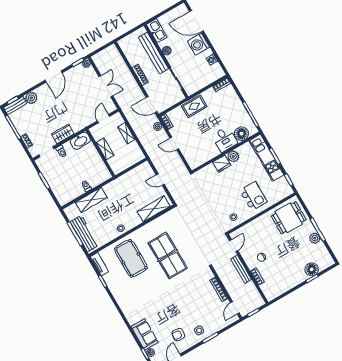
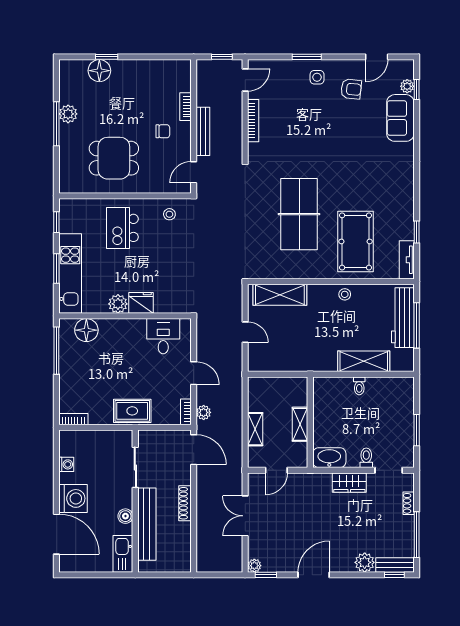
desk: (225, 139) -> (163, 336), moved
dining table: (289, 218) -> (114, 158), moved

